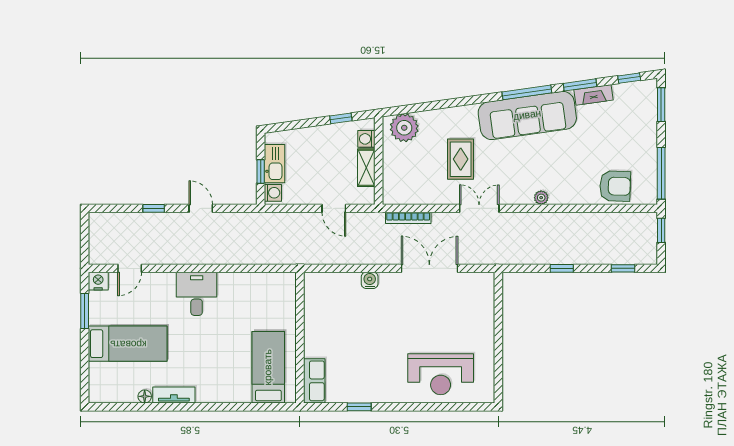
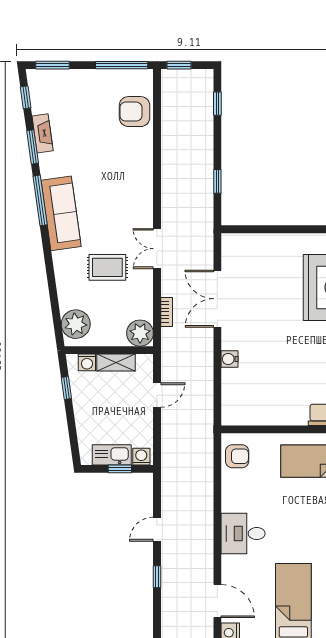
sofa: (527, 115) -> (61, 213), width x0.74, depth x0.79
armchair: (615, 186) -> (135, 112), turned -92
plant: (541, 198) -> (140, 333), moved, width x1.87, depth x1.87
bookcase: (408, 218) -> (167, 312), width x0.64
door: (130, 268) -> (217, 601), width x1.38
window: (562, 268) -> (217, 181), moved
armchair: (273, 288) -> (237, 456), added

